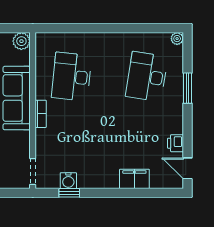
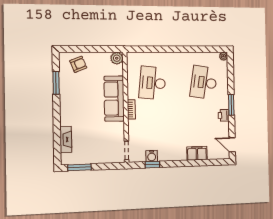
window: (187, 88) -> (231, 105), moved
printer: (175, 143) -> (224, 115), moved

